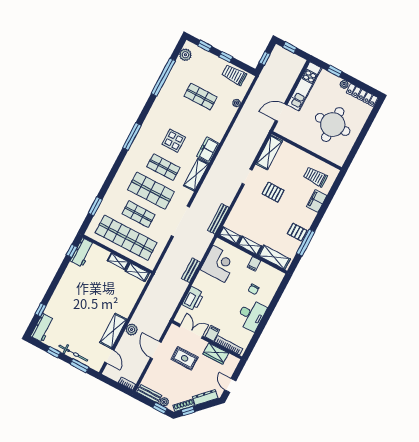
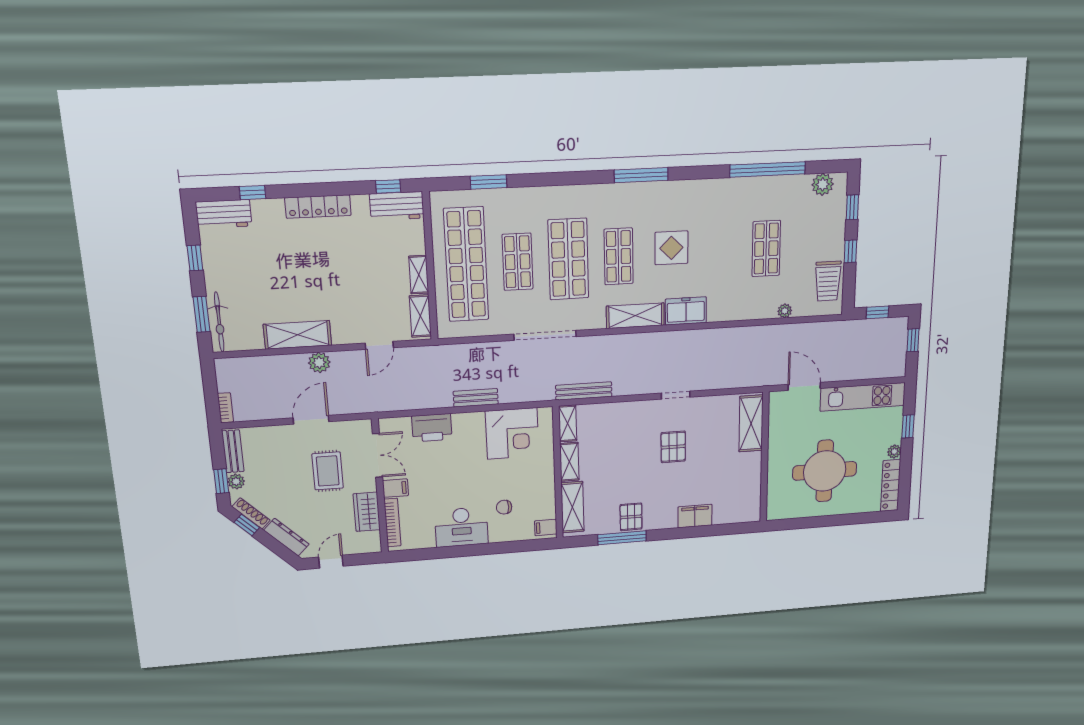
trolley: (234, 75) -> (828, 281), turned 180
shelving: (269, 152) -> (751, 423), moved, turned 90
trolley: (315, 177) -> (731, 493), removed
filing cabinet: (254, 264) -> (546, 528), moved
locker: (63, 286) -> (318, 207), added
bicycle: (73, 353) -> (219, 322), moved
door: (109, 356) -> (379, 345), moved

